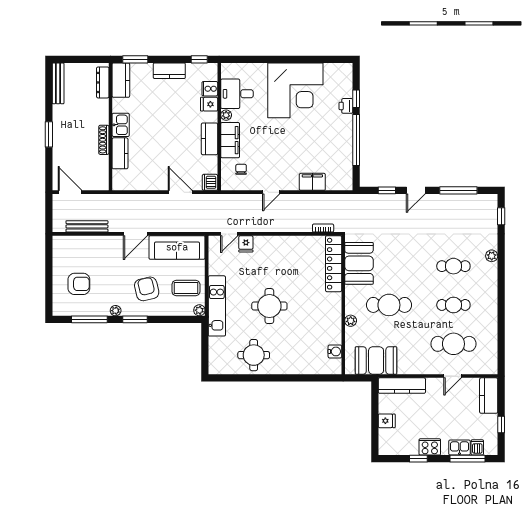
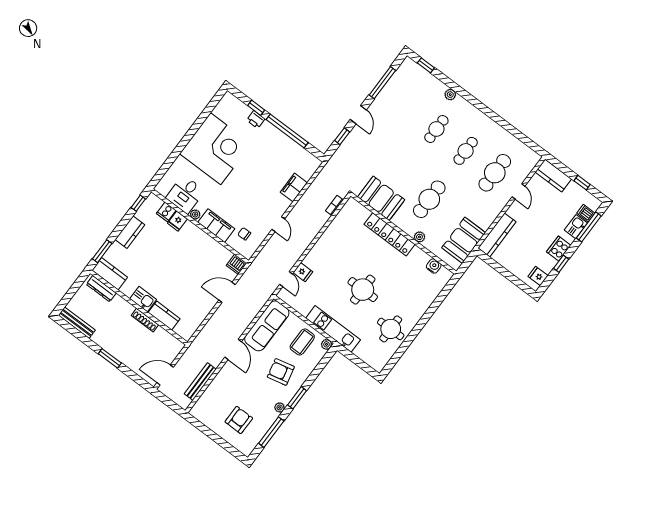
kitchen counter: (210, 139) -> (204, 240), removed
locker: (334, 264) -> (389, 234), moved
fridge: (387, 421) -> (538, 276), moved, turned -90

